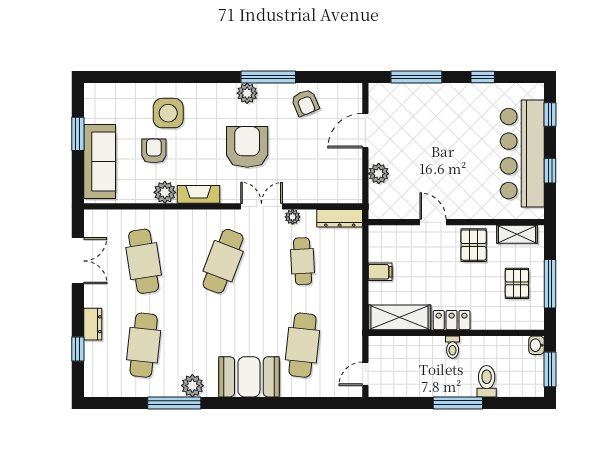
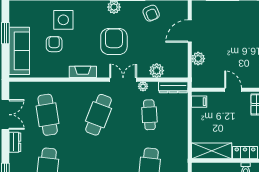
plant: (165, 192) -> (157, 71), moved
filing cabinet: (380, 272) -> (199, 102), moved
dresser: (93, 324) -> (15, 142), moved

